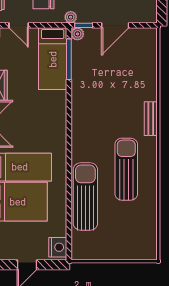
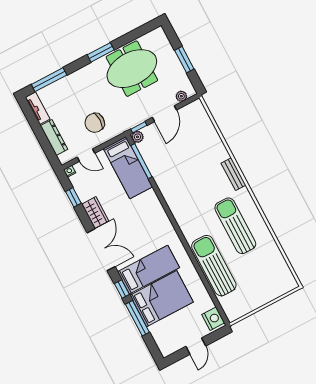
plant: (71, 17) -> (181, 96), moved

